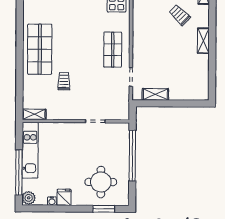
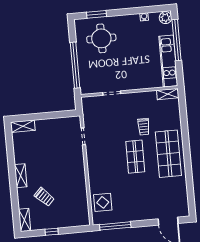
shop shelf: (113, 50) -> (135, 157), moved
shelving: (155, 94) -> (23, 126), moved
fridge: (64, 197) -> (133, 21), removed

